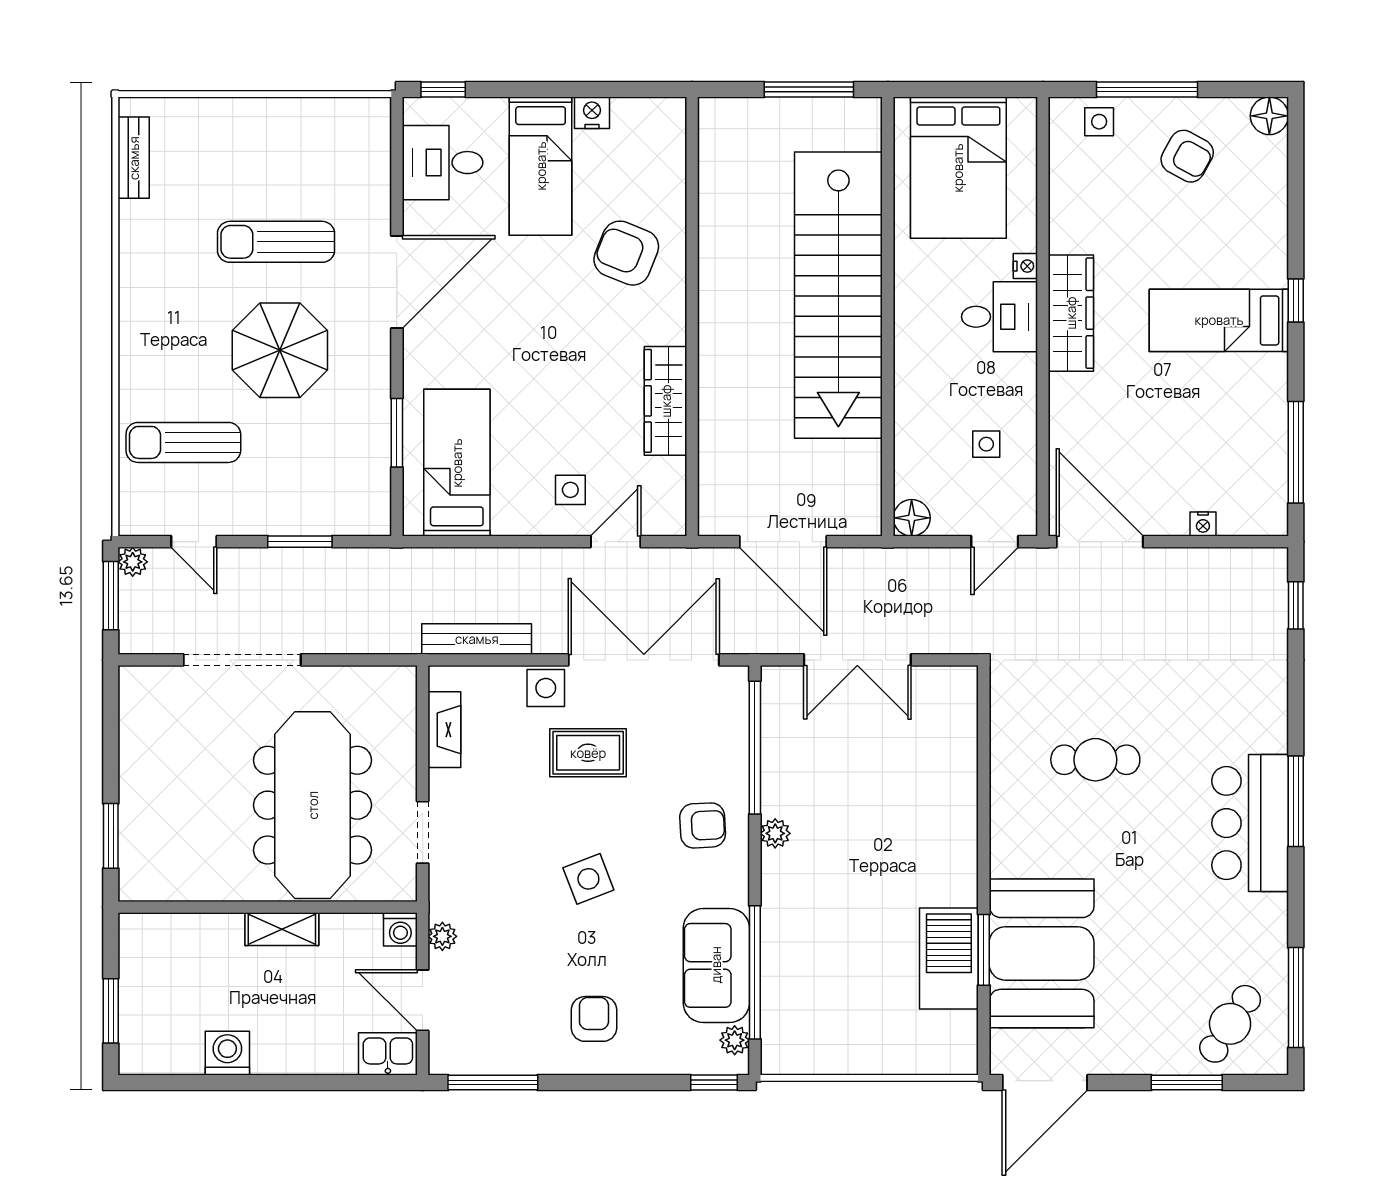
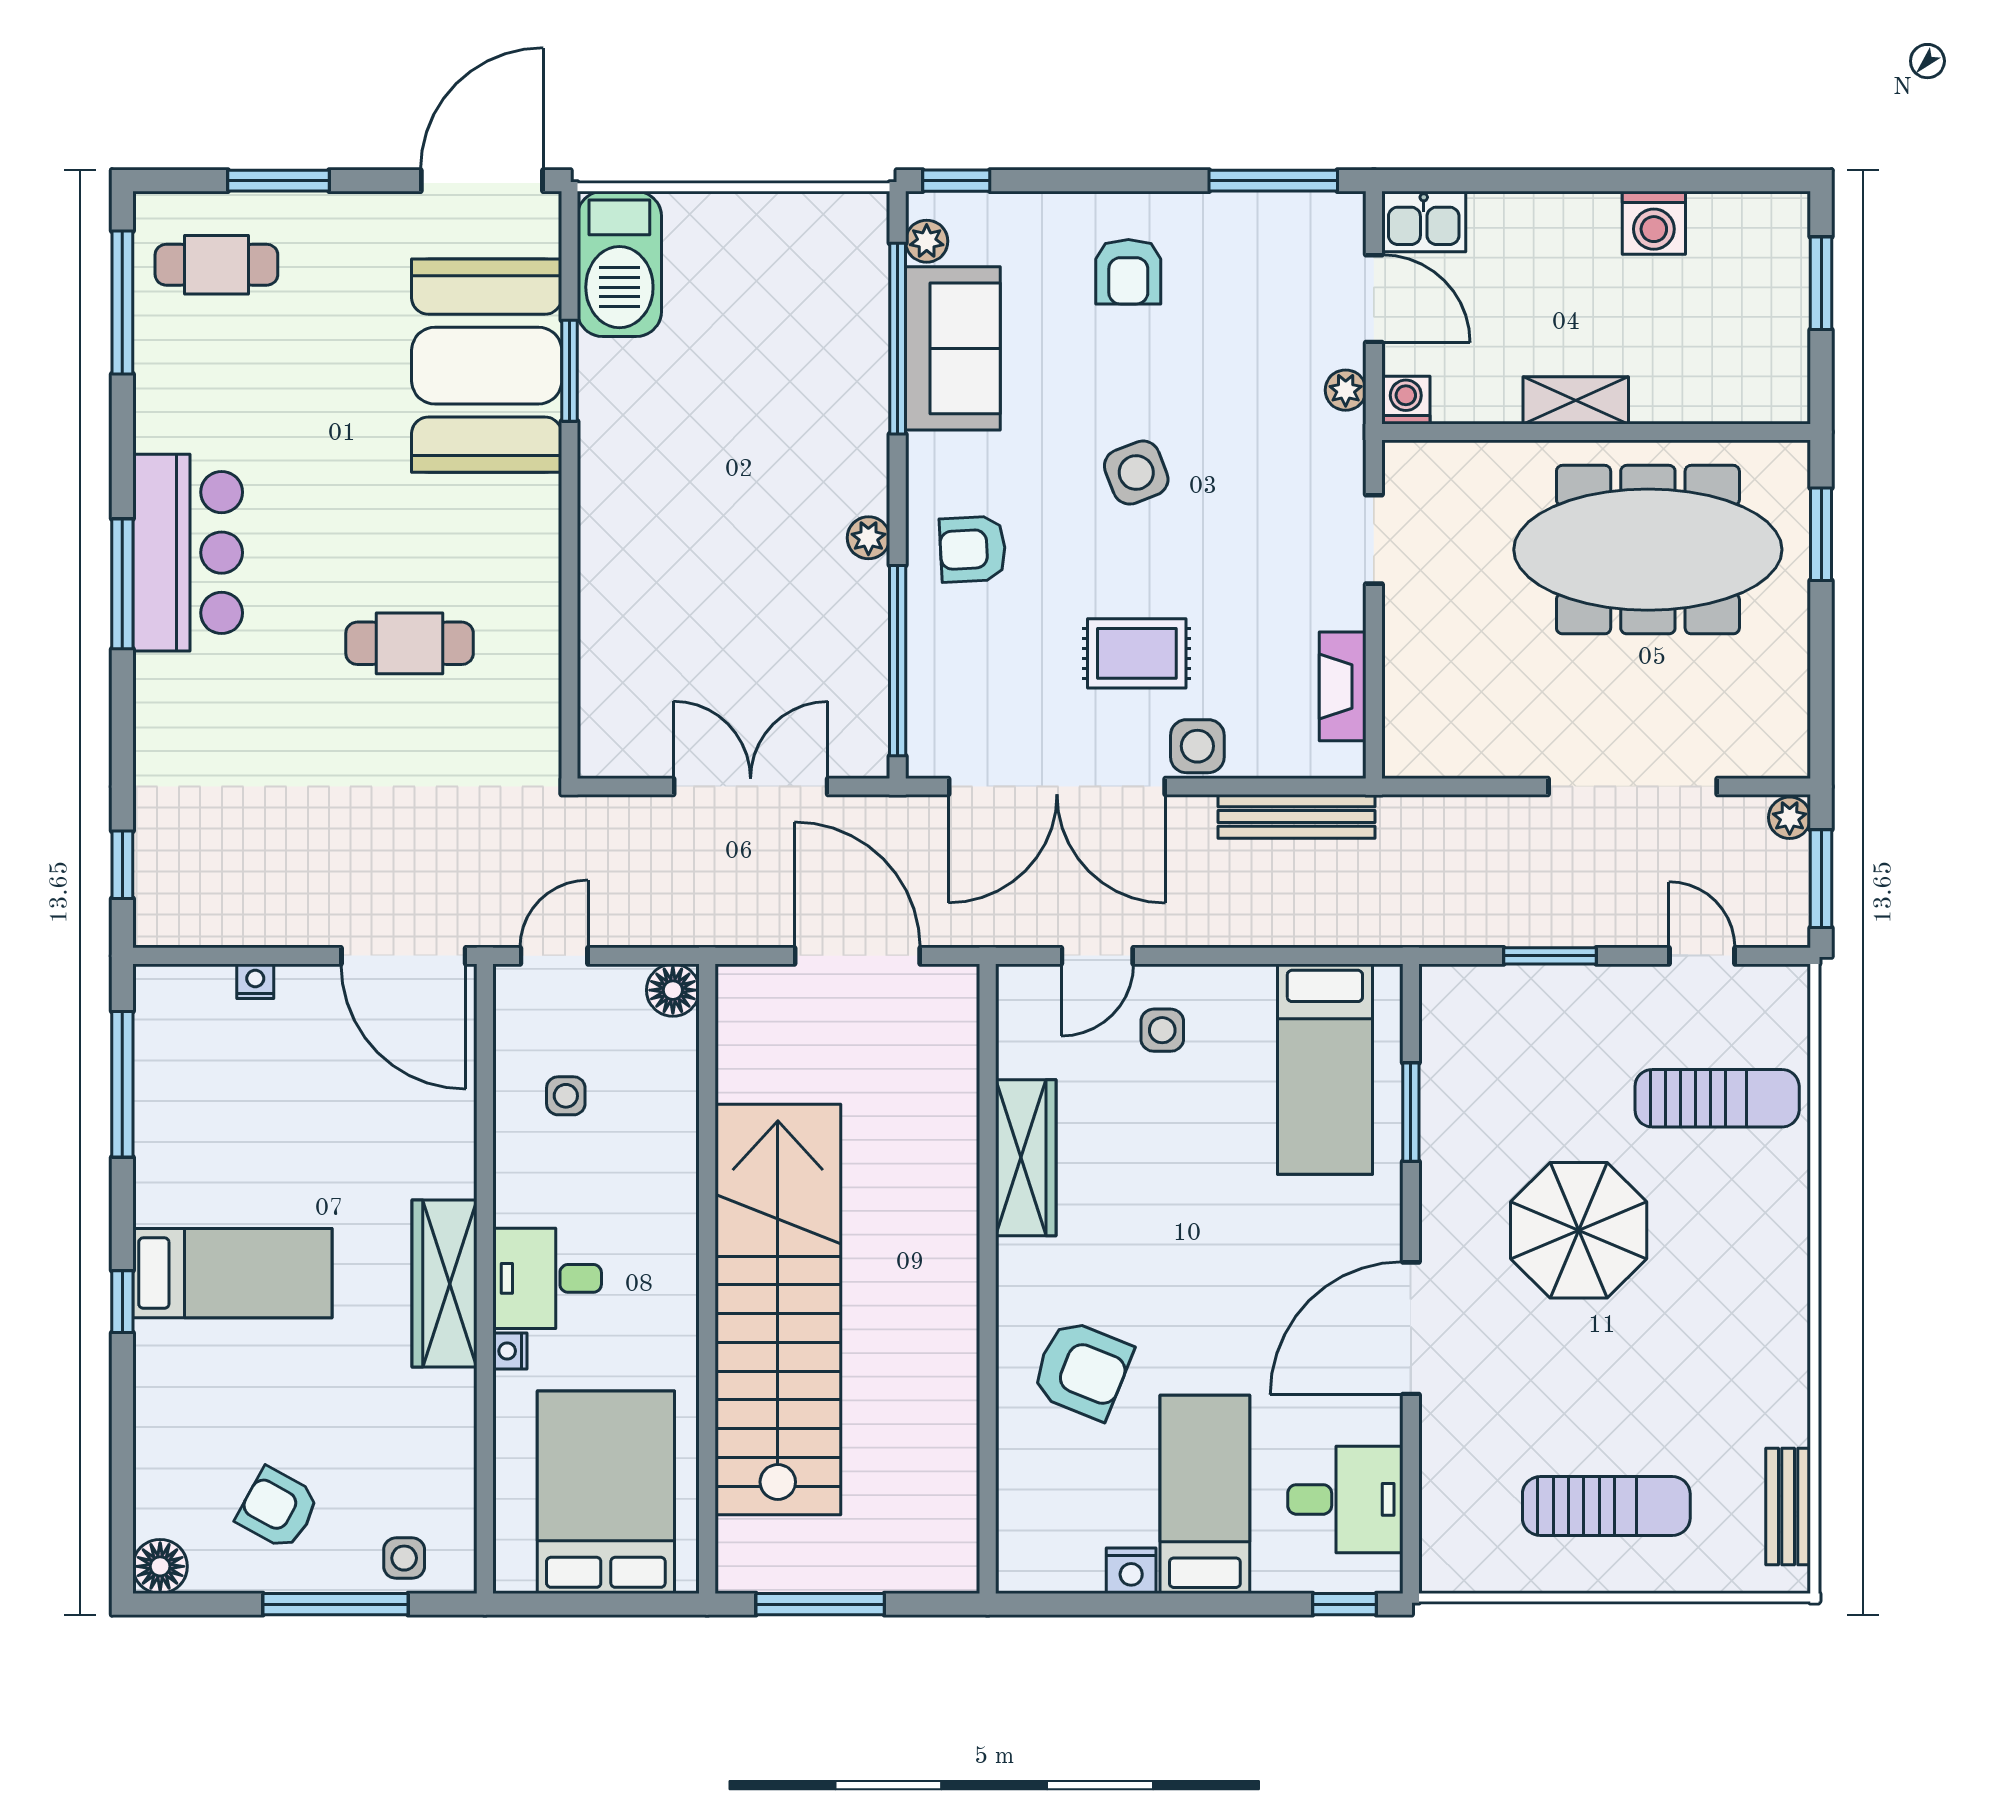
sun lounger: (276, 242) -> (1606, 1506), moved
plant: (133, 562) -> (1790, 818), moved
meeting table: (313, 805) -> (1648, 550), moved, turned 90
barbecue: (949, 959) -> (619, 264), moved
cafe table: (1230, 1024) -> (216, 265), turned 57

